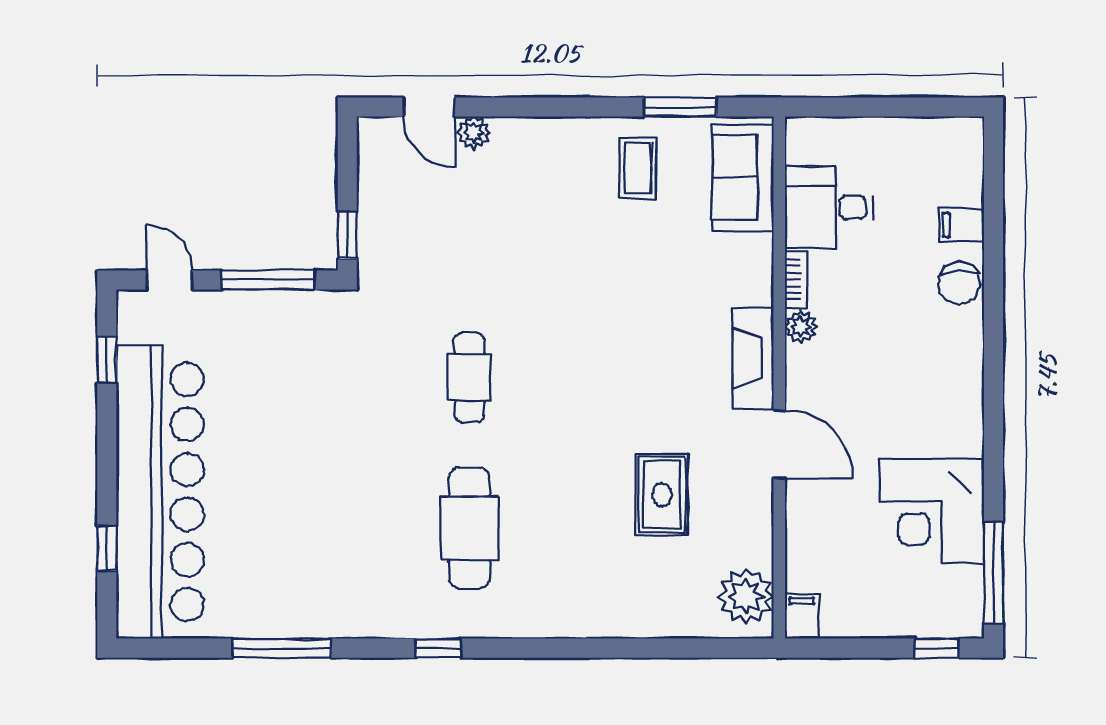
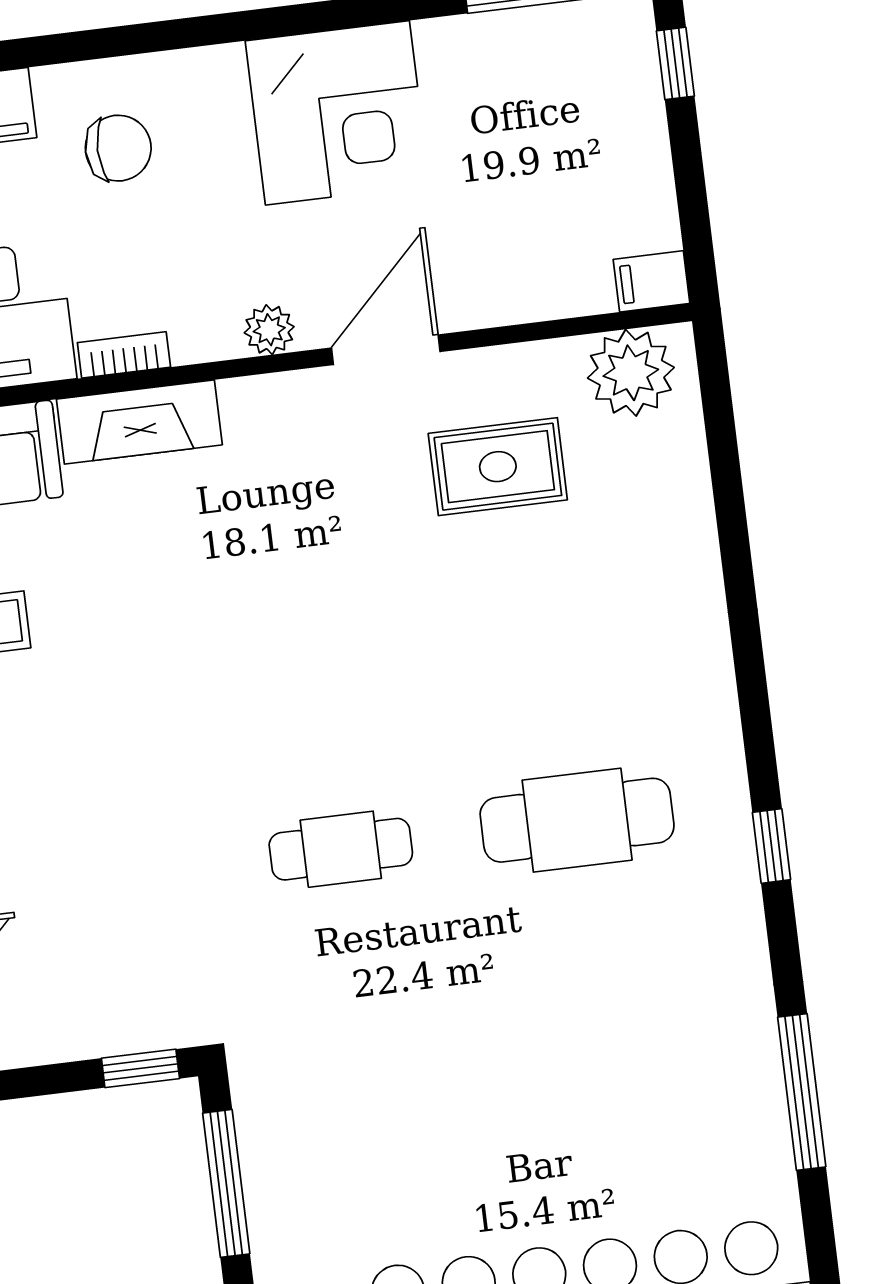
chair: (959, 283) -> (118, 148), moved
plant: (801, 327) -> (269, 330), moved
fireplace: (753, 358) -> (139, 422), moved
rug: (662, 495) -> (498, 467), moved
corner desk: (932, 511) -> (337, 113), moved

